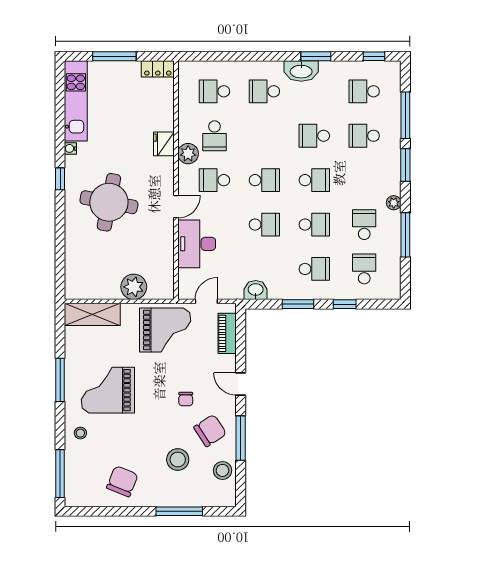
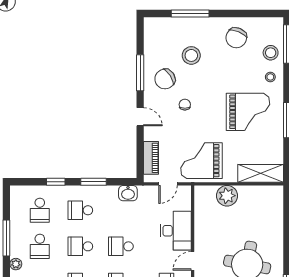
stool: (223, 470) -> (271, 53), moved

